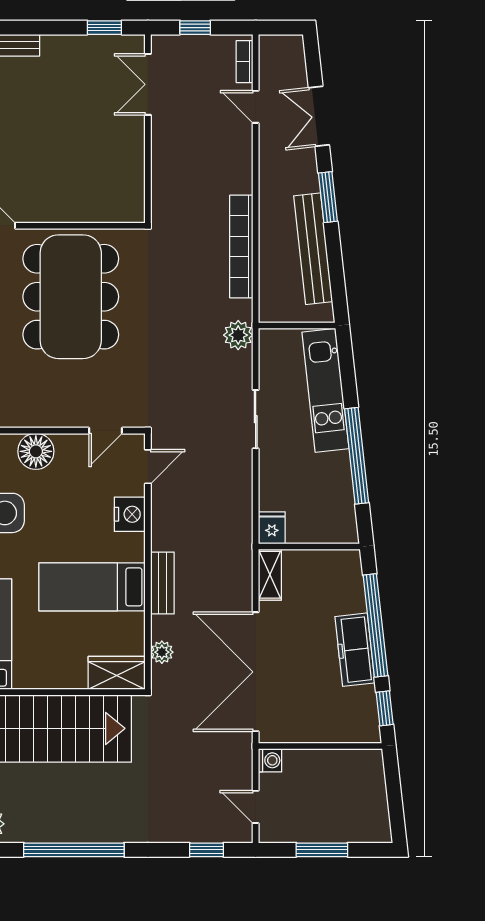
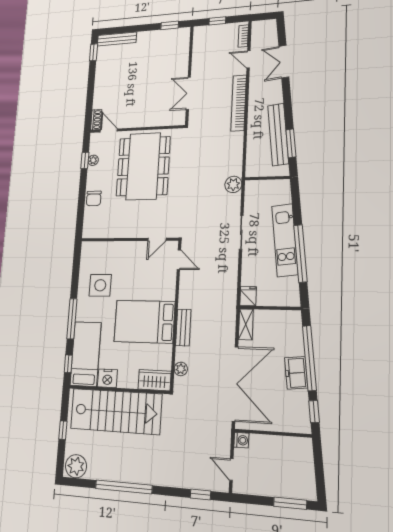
double door: (148, 84) -> (188, 93), moved
window: (328, 197) -> (291, 143), moved
bookcase: (241, 247) -> (239, 103), moved
kitchen unit: (325, 390) -> (285, 240), moved
floor lamp: (36, 451) -> (119, 251), removed
door: (148, 467) -> (179, 260), hinge flipped
nightstand: (130, 514) -> (107, 378), moved, turned 90
bed: (92, 587) -> (144, 322), width x1.50
freezer: (355, 650) -> (296, 373), width x0.71
double door: (256, 672) -> (235, 384), swing flipped
window: (322, 850) -> (290, 503), moved

